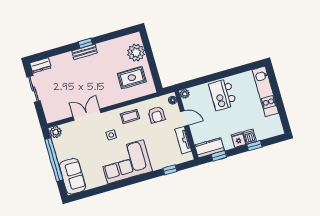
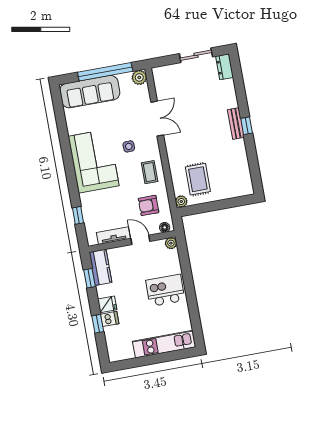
plant: (136, 53) -> (181, 201), moved, width x0.53, depth x0.53
door: (184, 118) -> (140, 240), swing flipped
sofa: (73, 176) -> (90, 92), width x1.36

